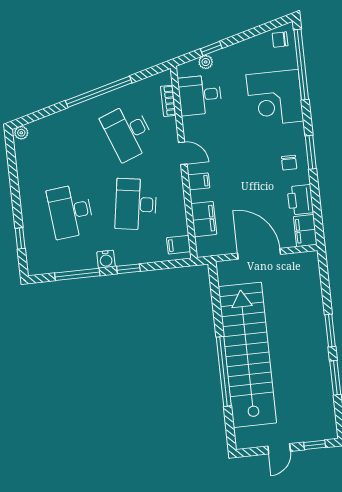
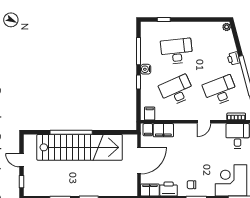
printer: (72, 115) -> (234, 58), added
filing cabinet: (199, 181) -> (148, 130), moved
desk: (136, 204) -> (177, 91), turned -33

